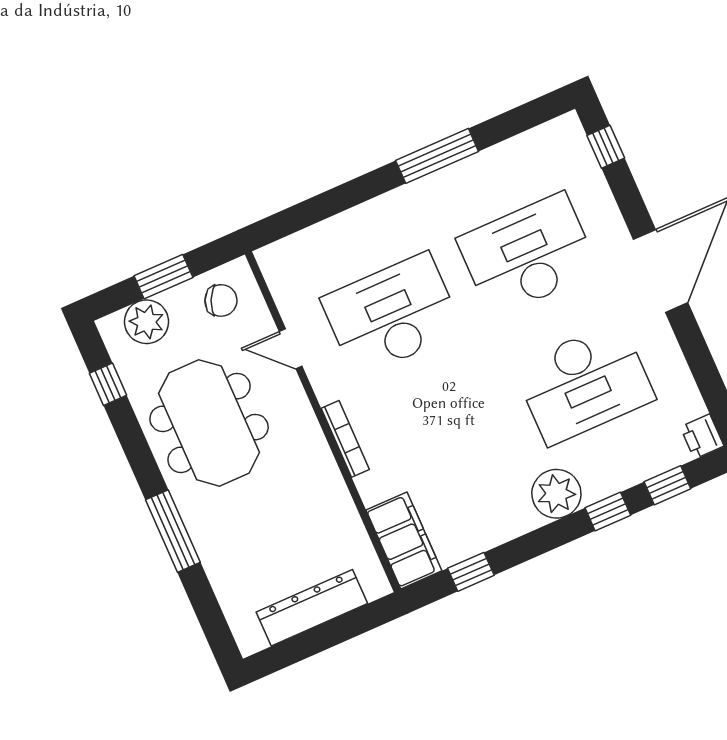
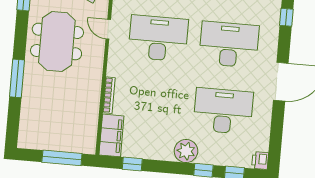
desk: (584, 383) -> (223, 111), turned 180
bookcase: (345, 439) -> (109, 95), moved
dresser: (312, 608) -> (57, 142), removed
window: (336, 632) -> (62, 158), added

